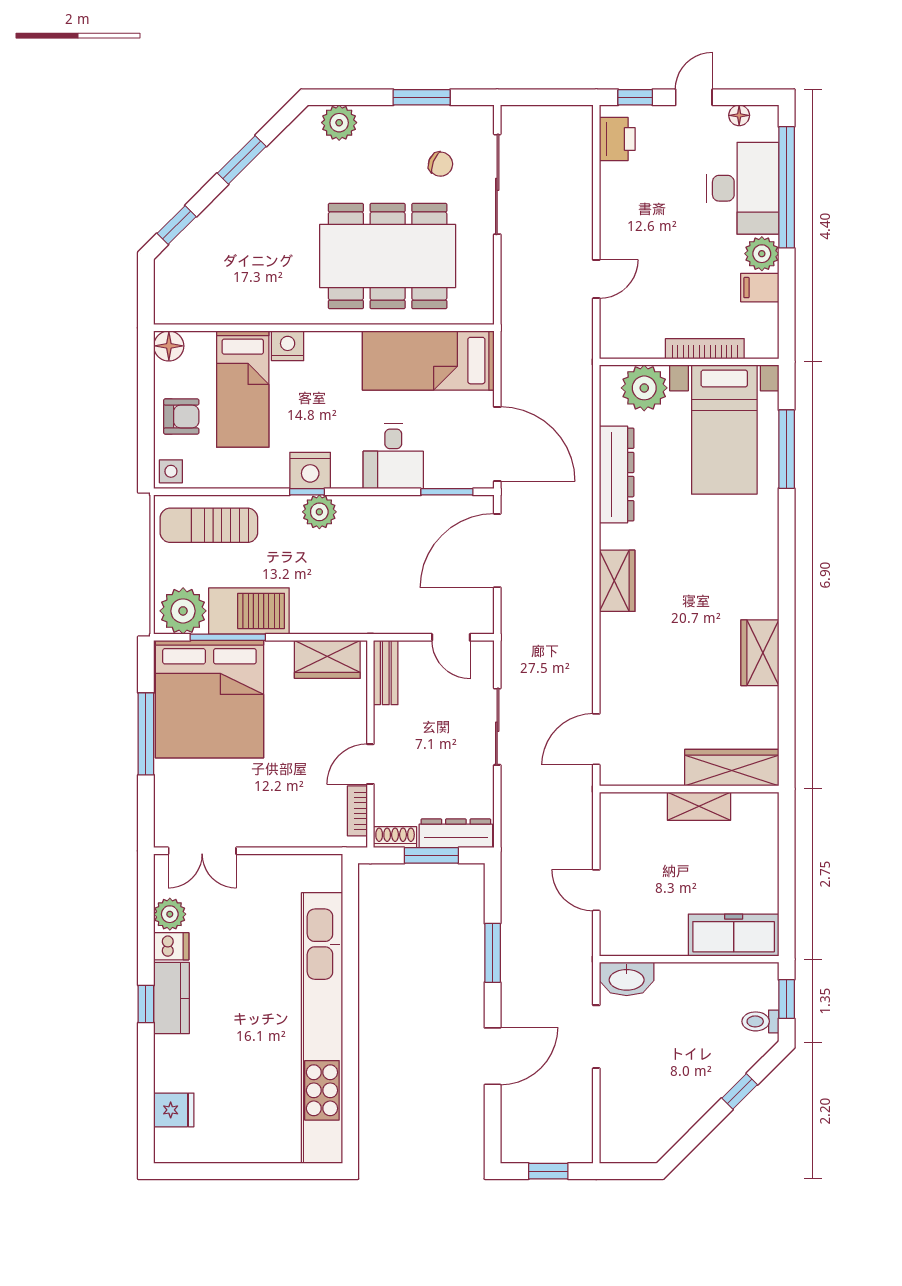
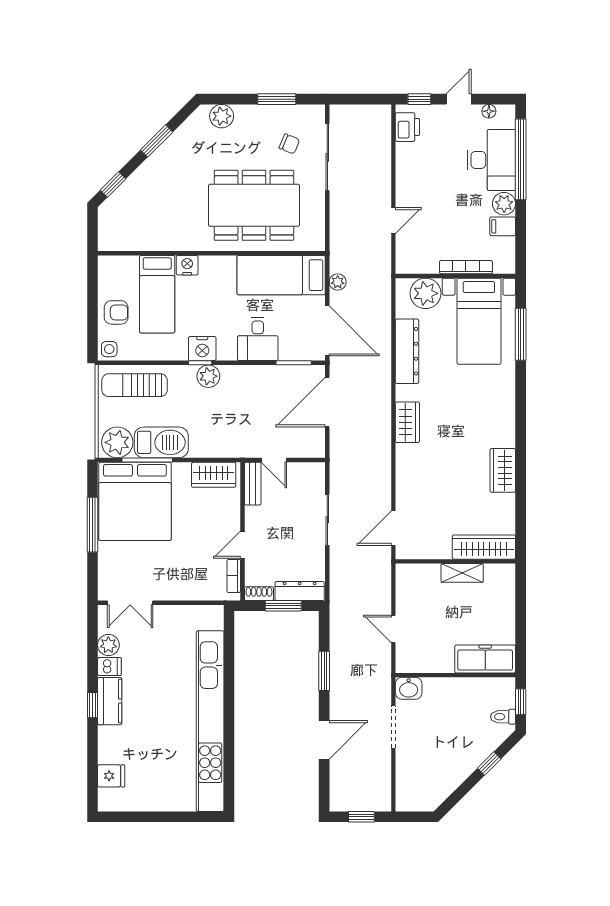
floor lamp: (169, 346) -> (108, 265), removed
plant: (513, 371) -> (338, 282), added
door: (451, 637) -> (274, 460), moved
washbasin: (627, 979) -> (409, 688), width x0.72

